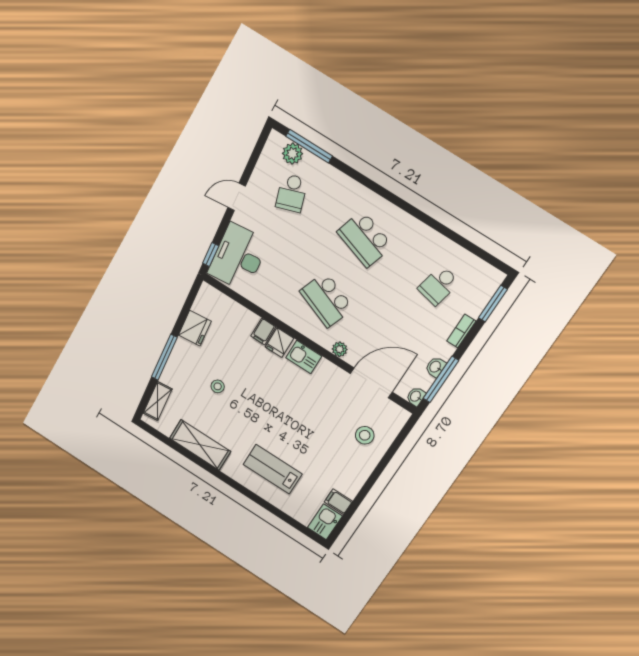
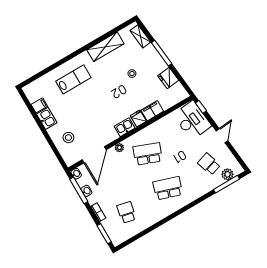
filing cabinet: (263, 331) -> (152, 111), width x2.00
kitchen sink: (325, 522) -> (47, 118), moved

